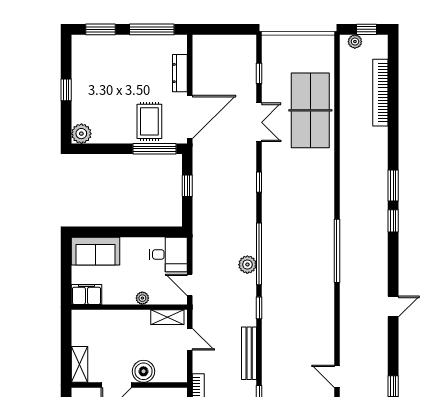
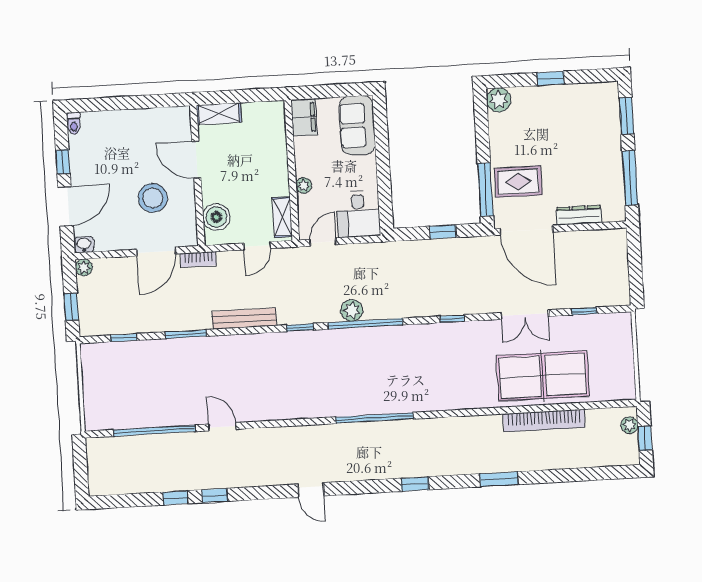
bookcase: (380, 93) -> (544, 421), moved, turned 180
window: (393, 186) -> (499, 479), moved
boiler: (143, 371) -> (216, 217), moved
door: (337, 376) -> (222, 427), hinge flipped

